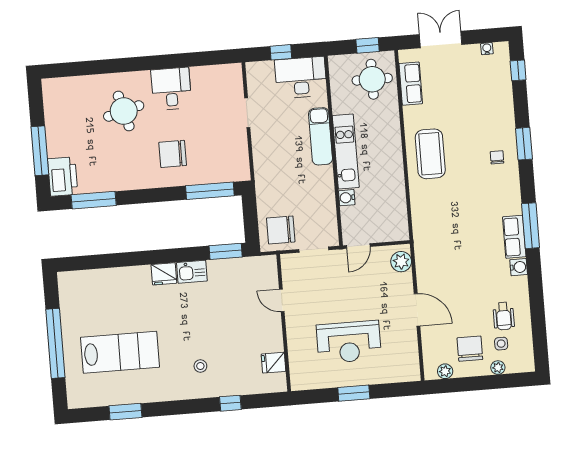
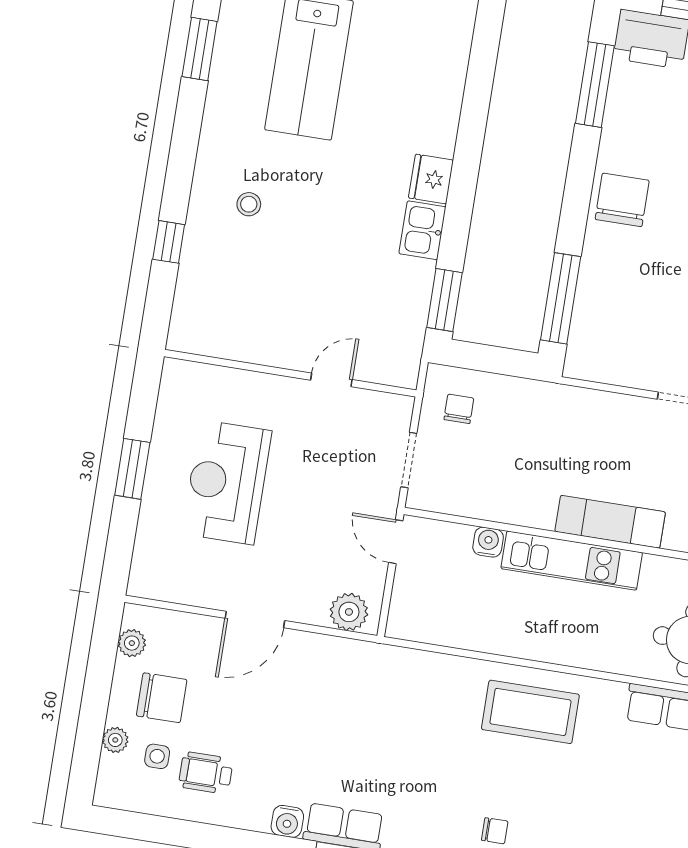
chair: (173, 154) -> (622, 200), moved
chair: (281, 230) -> (459, 409), width x0.54, depth x0.54
fridge: (273, 363) -> (223, 337), removed

